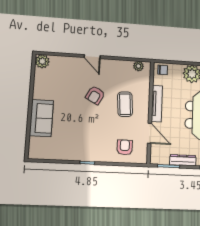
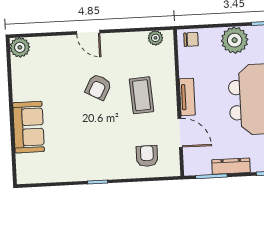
tv unit: (157, 104) -> (187, 97), width x0.71

